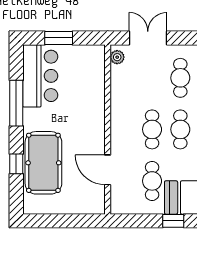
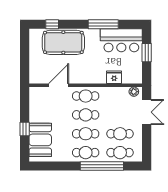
fridge: (96, 87) -> (114, 77), added
window: (16, 164) -> (52, 24), moved
cafe table: (152, 181) -> (86, 96), moved

